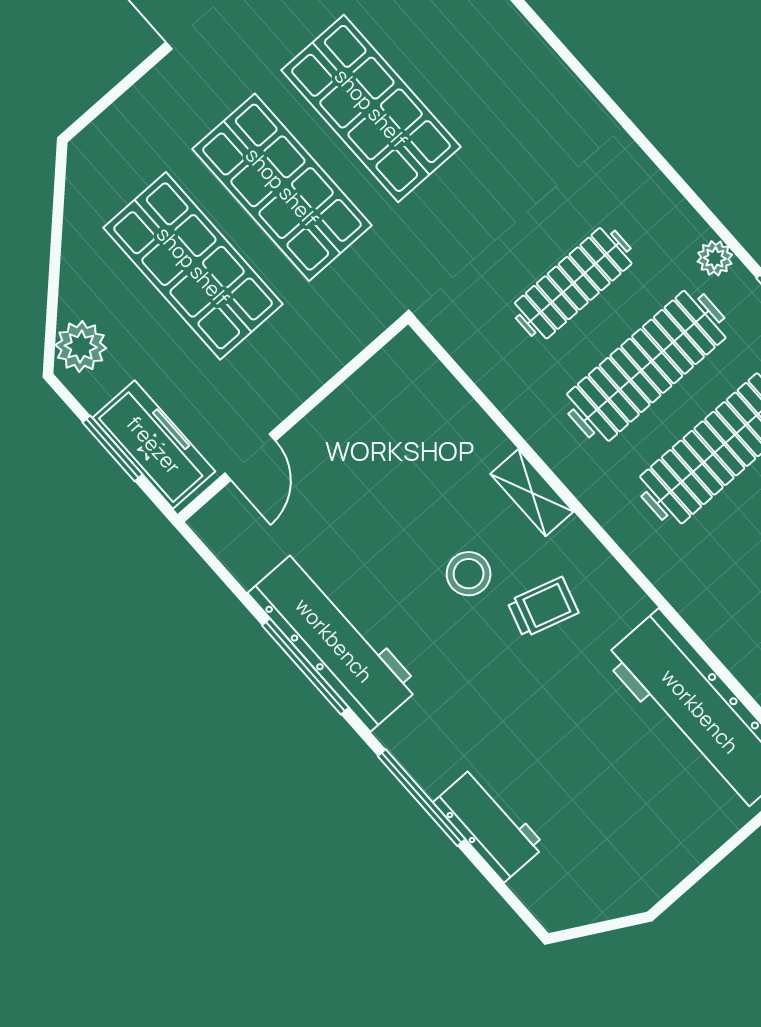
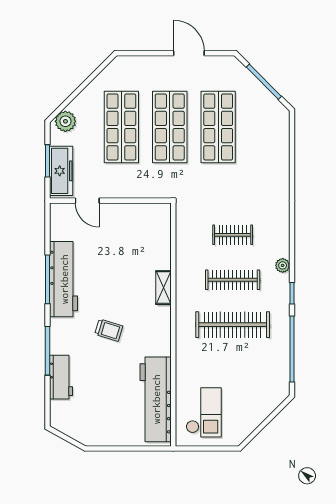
clothes rail: (573, 283) -> (233, 235), width x0.73
clothes rail: (646, 366) -> (233, 280), width x0.73, depth x0.76
door: (250, 457) -> (87, 201), hinge flipped
stool: (469, 574) -> (122, 295), removed
trolley: (543, 607) -> (109, 330), moved

